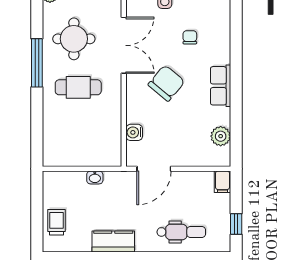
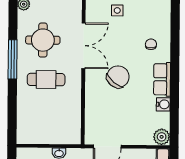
chair: (190, 37) -> (151, 44), moved
water cooler: (134, 132) -> (163, 104), moved, turned 180
plant: (221, 136) -> (162, 137), moved

